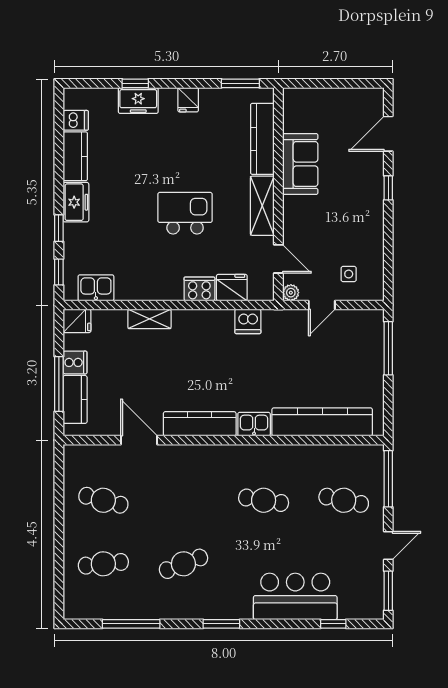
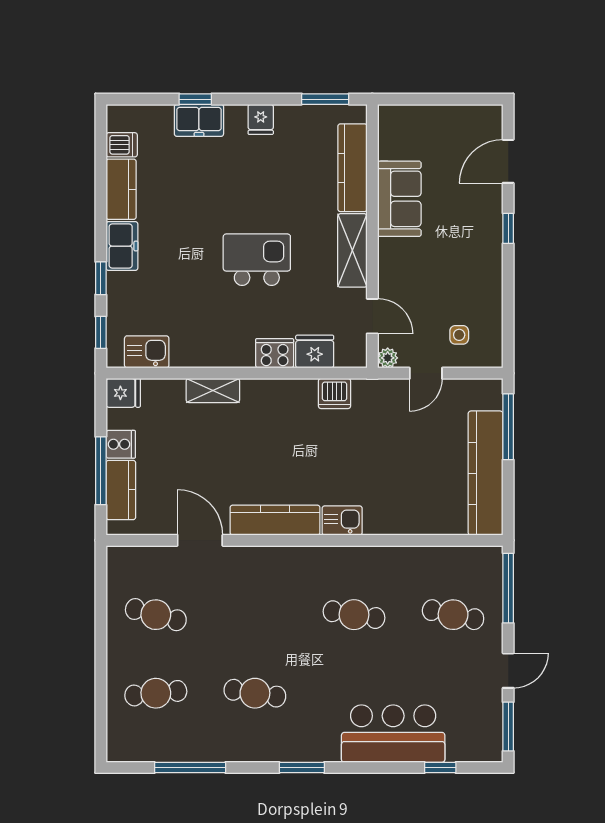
kitchen counter: (322, 422) -> (486, 473), moved, turned -90
cafe table: (183, 564) -> (255, 693), turned 30

